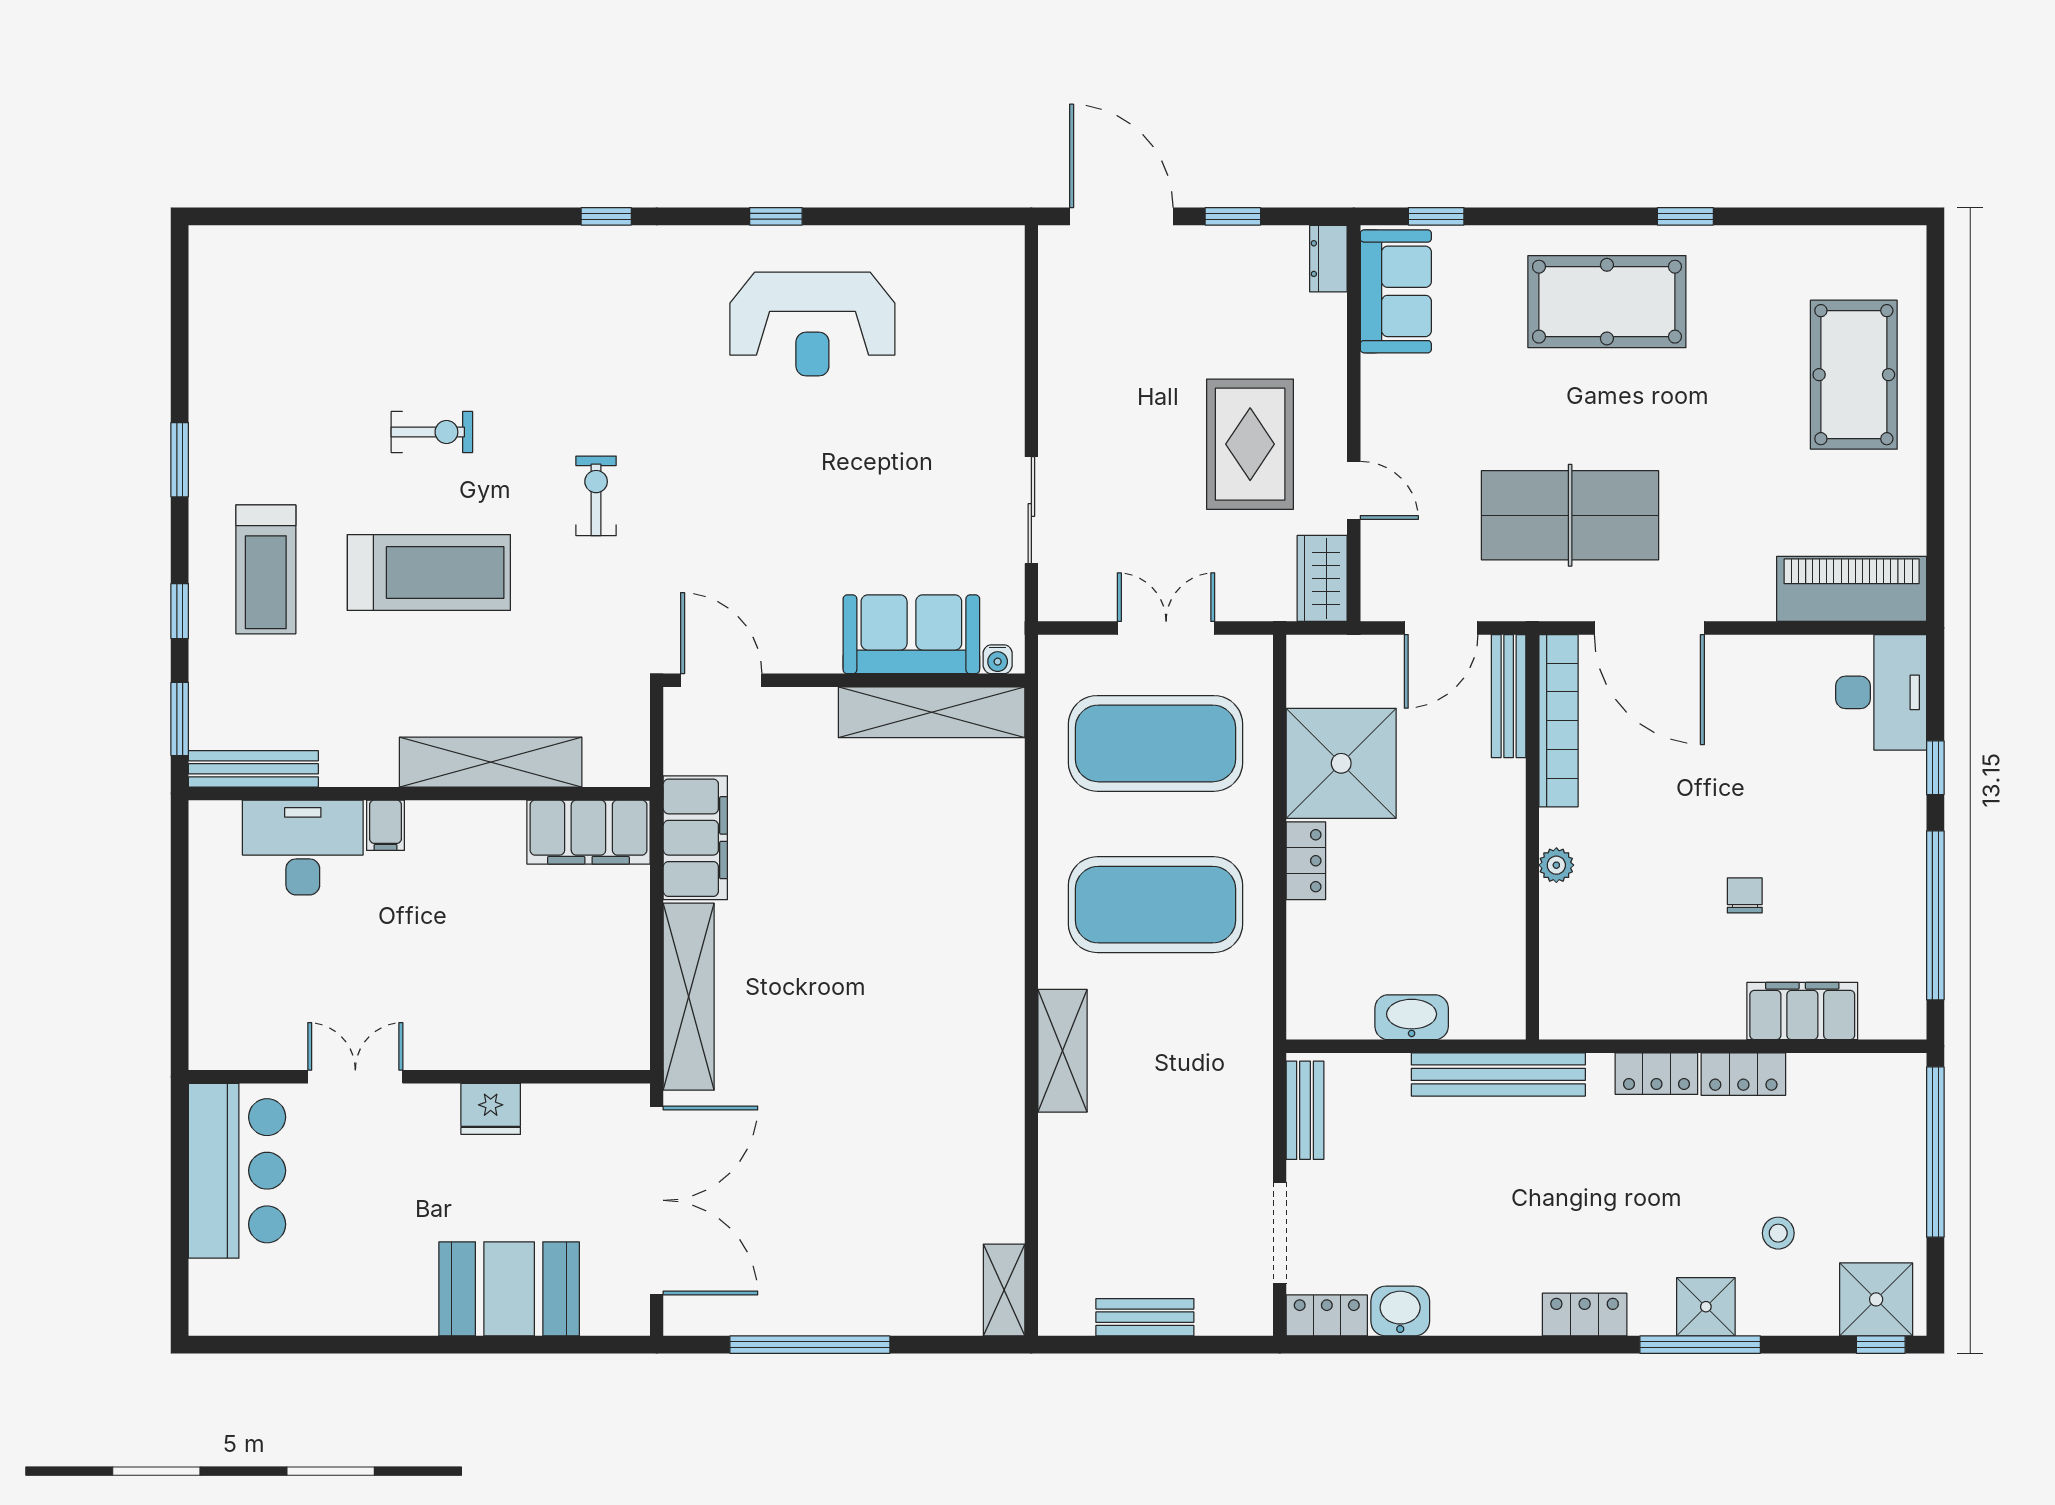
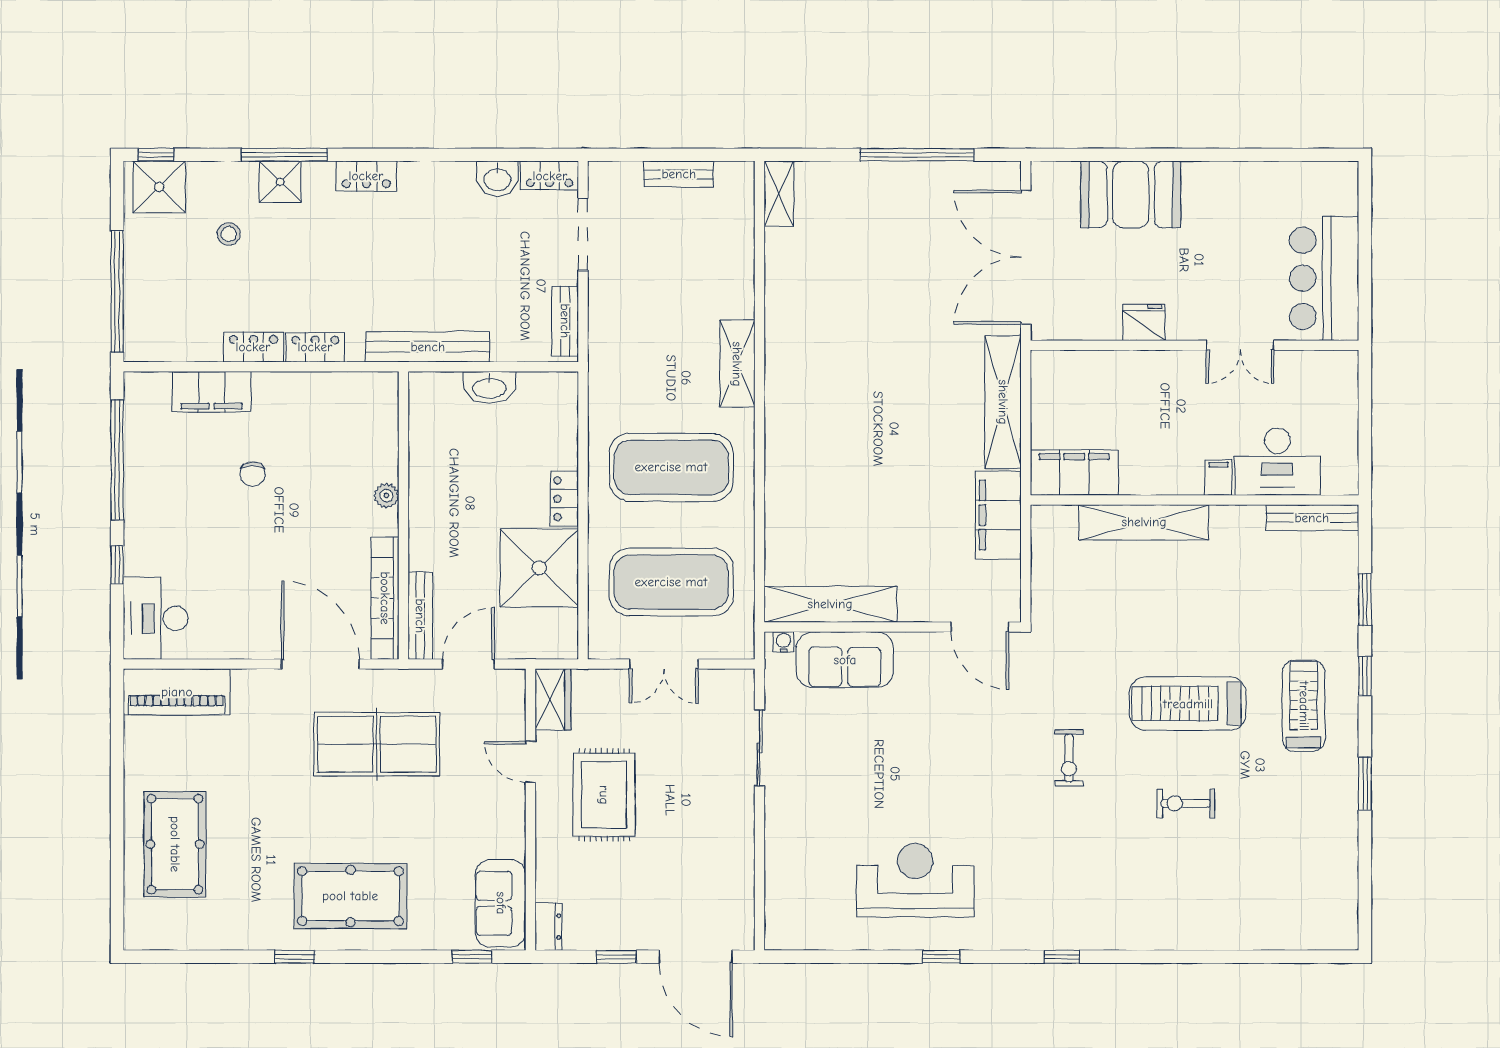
shelving: (491, 762) -> (1144, 522), moved
bench: (253, 769) -> (1312, 518), moved
wall: (419, 794) -> (1195, 500), moved
filing cabinet: (386, 825) -> (1219, 477), moved
filing cabinet: (588, 832) -> (1074, 473), moved
desk: (303, 847) -> (1277, 462), moved

